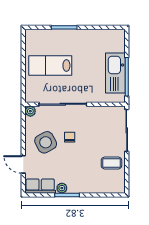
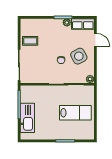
kitchen sink: (115, 73) -> (27, 118), moved

